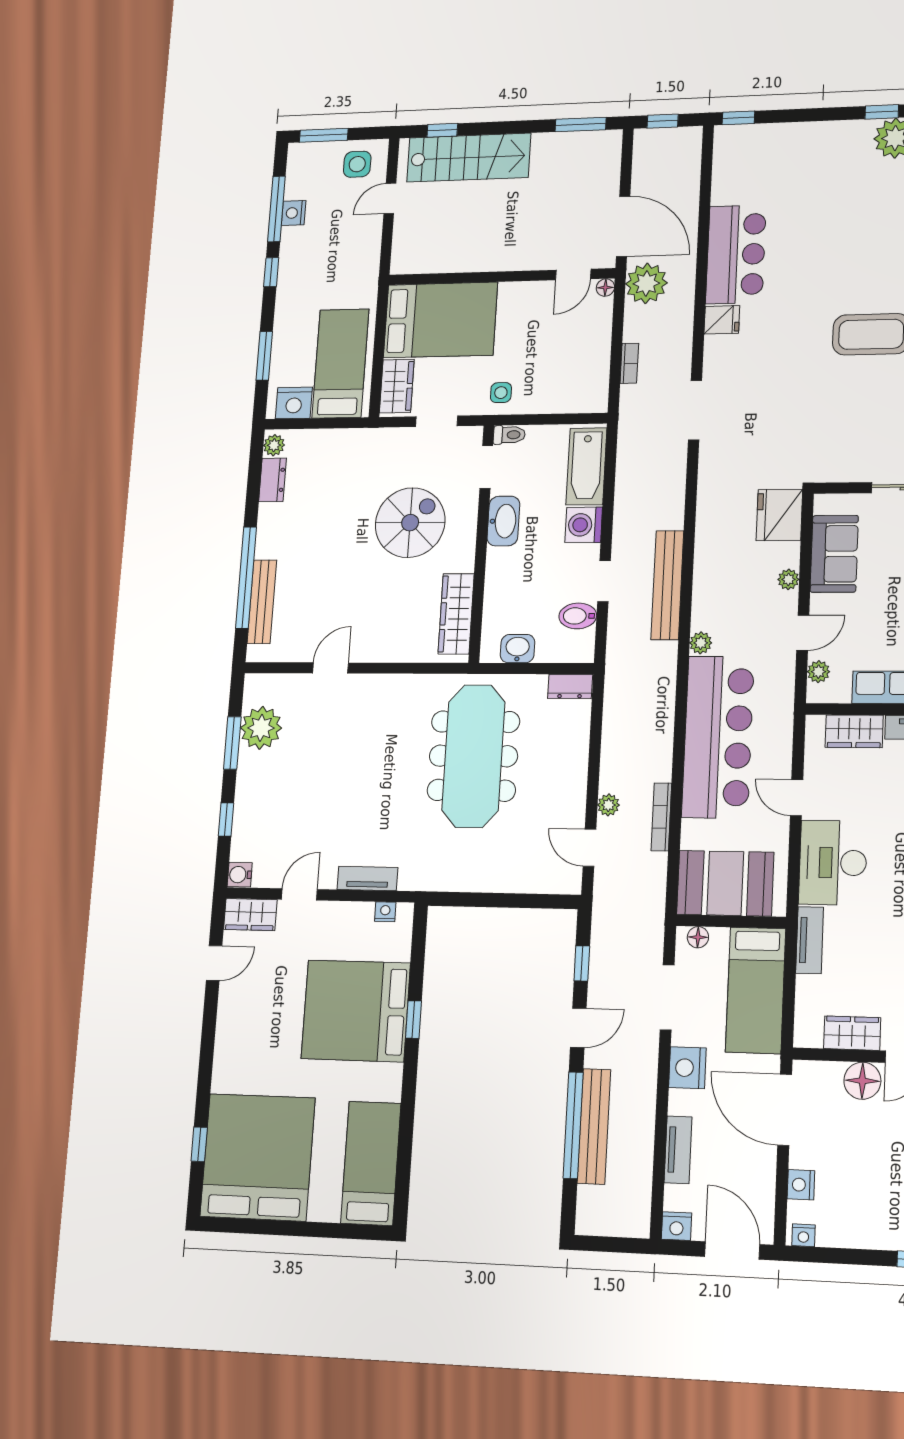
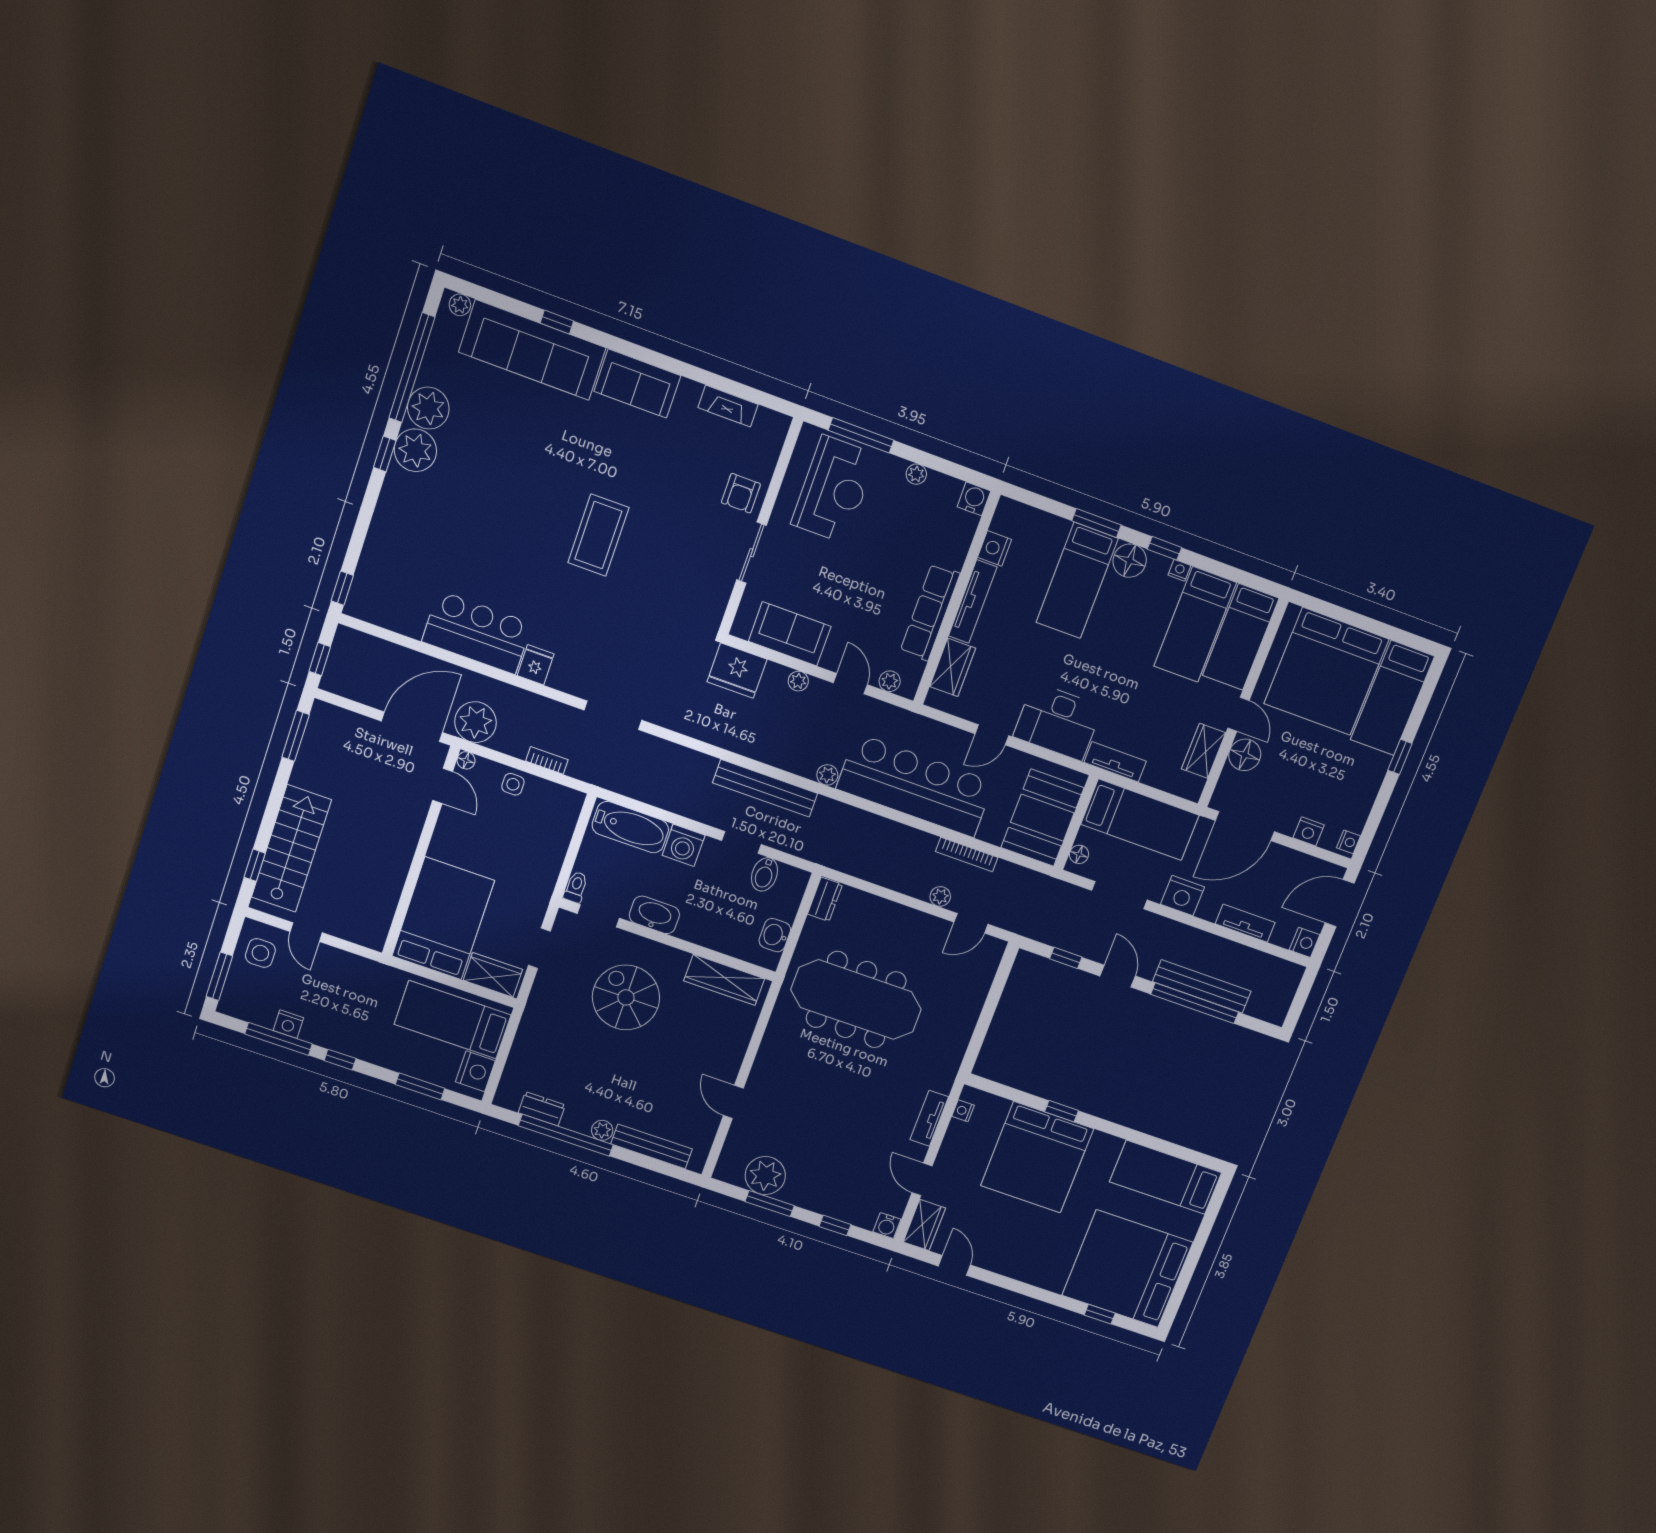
side table: (501, 393) -> (513, 784), moved
plant: (274, 445) -> (602, 1130), moved
window: (246, 578) -> (566, 1135), moved

